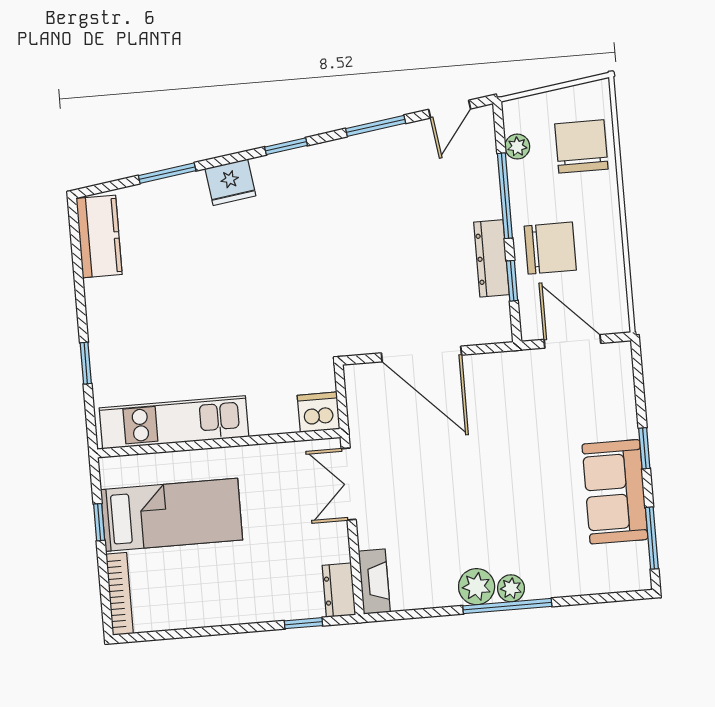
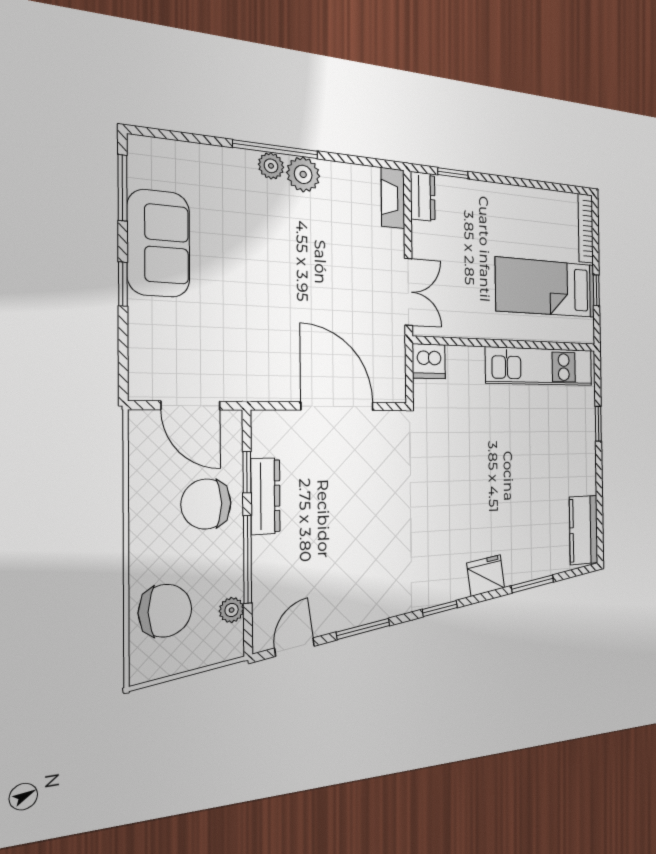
chair: (581, 146) -> (165, 611), turned -90

